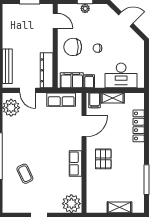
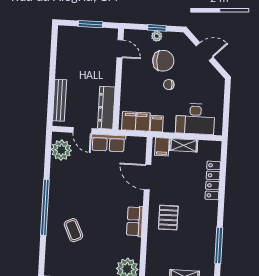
chair: (73, 47) -> (163, 61), moved, turned 180
row of seats: (61, 100) -> (108, 143), moved
door: (84, 126) -> (147, 177), swing flipped

